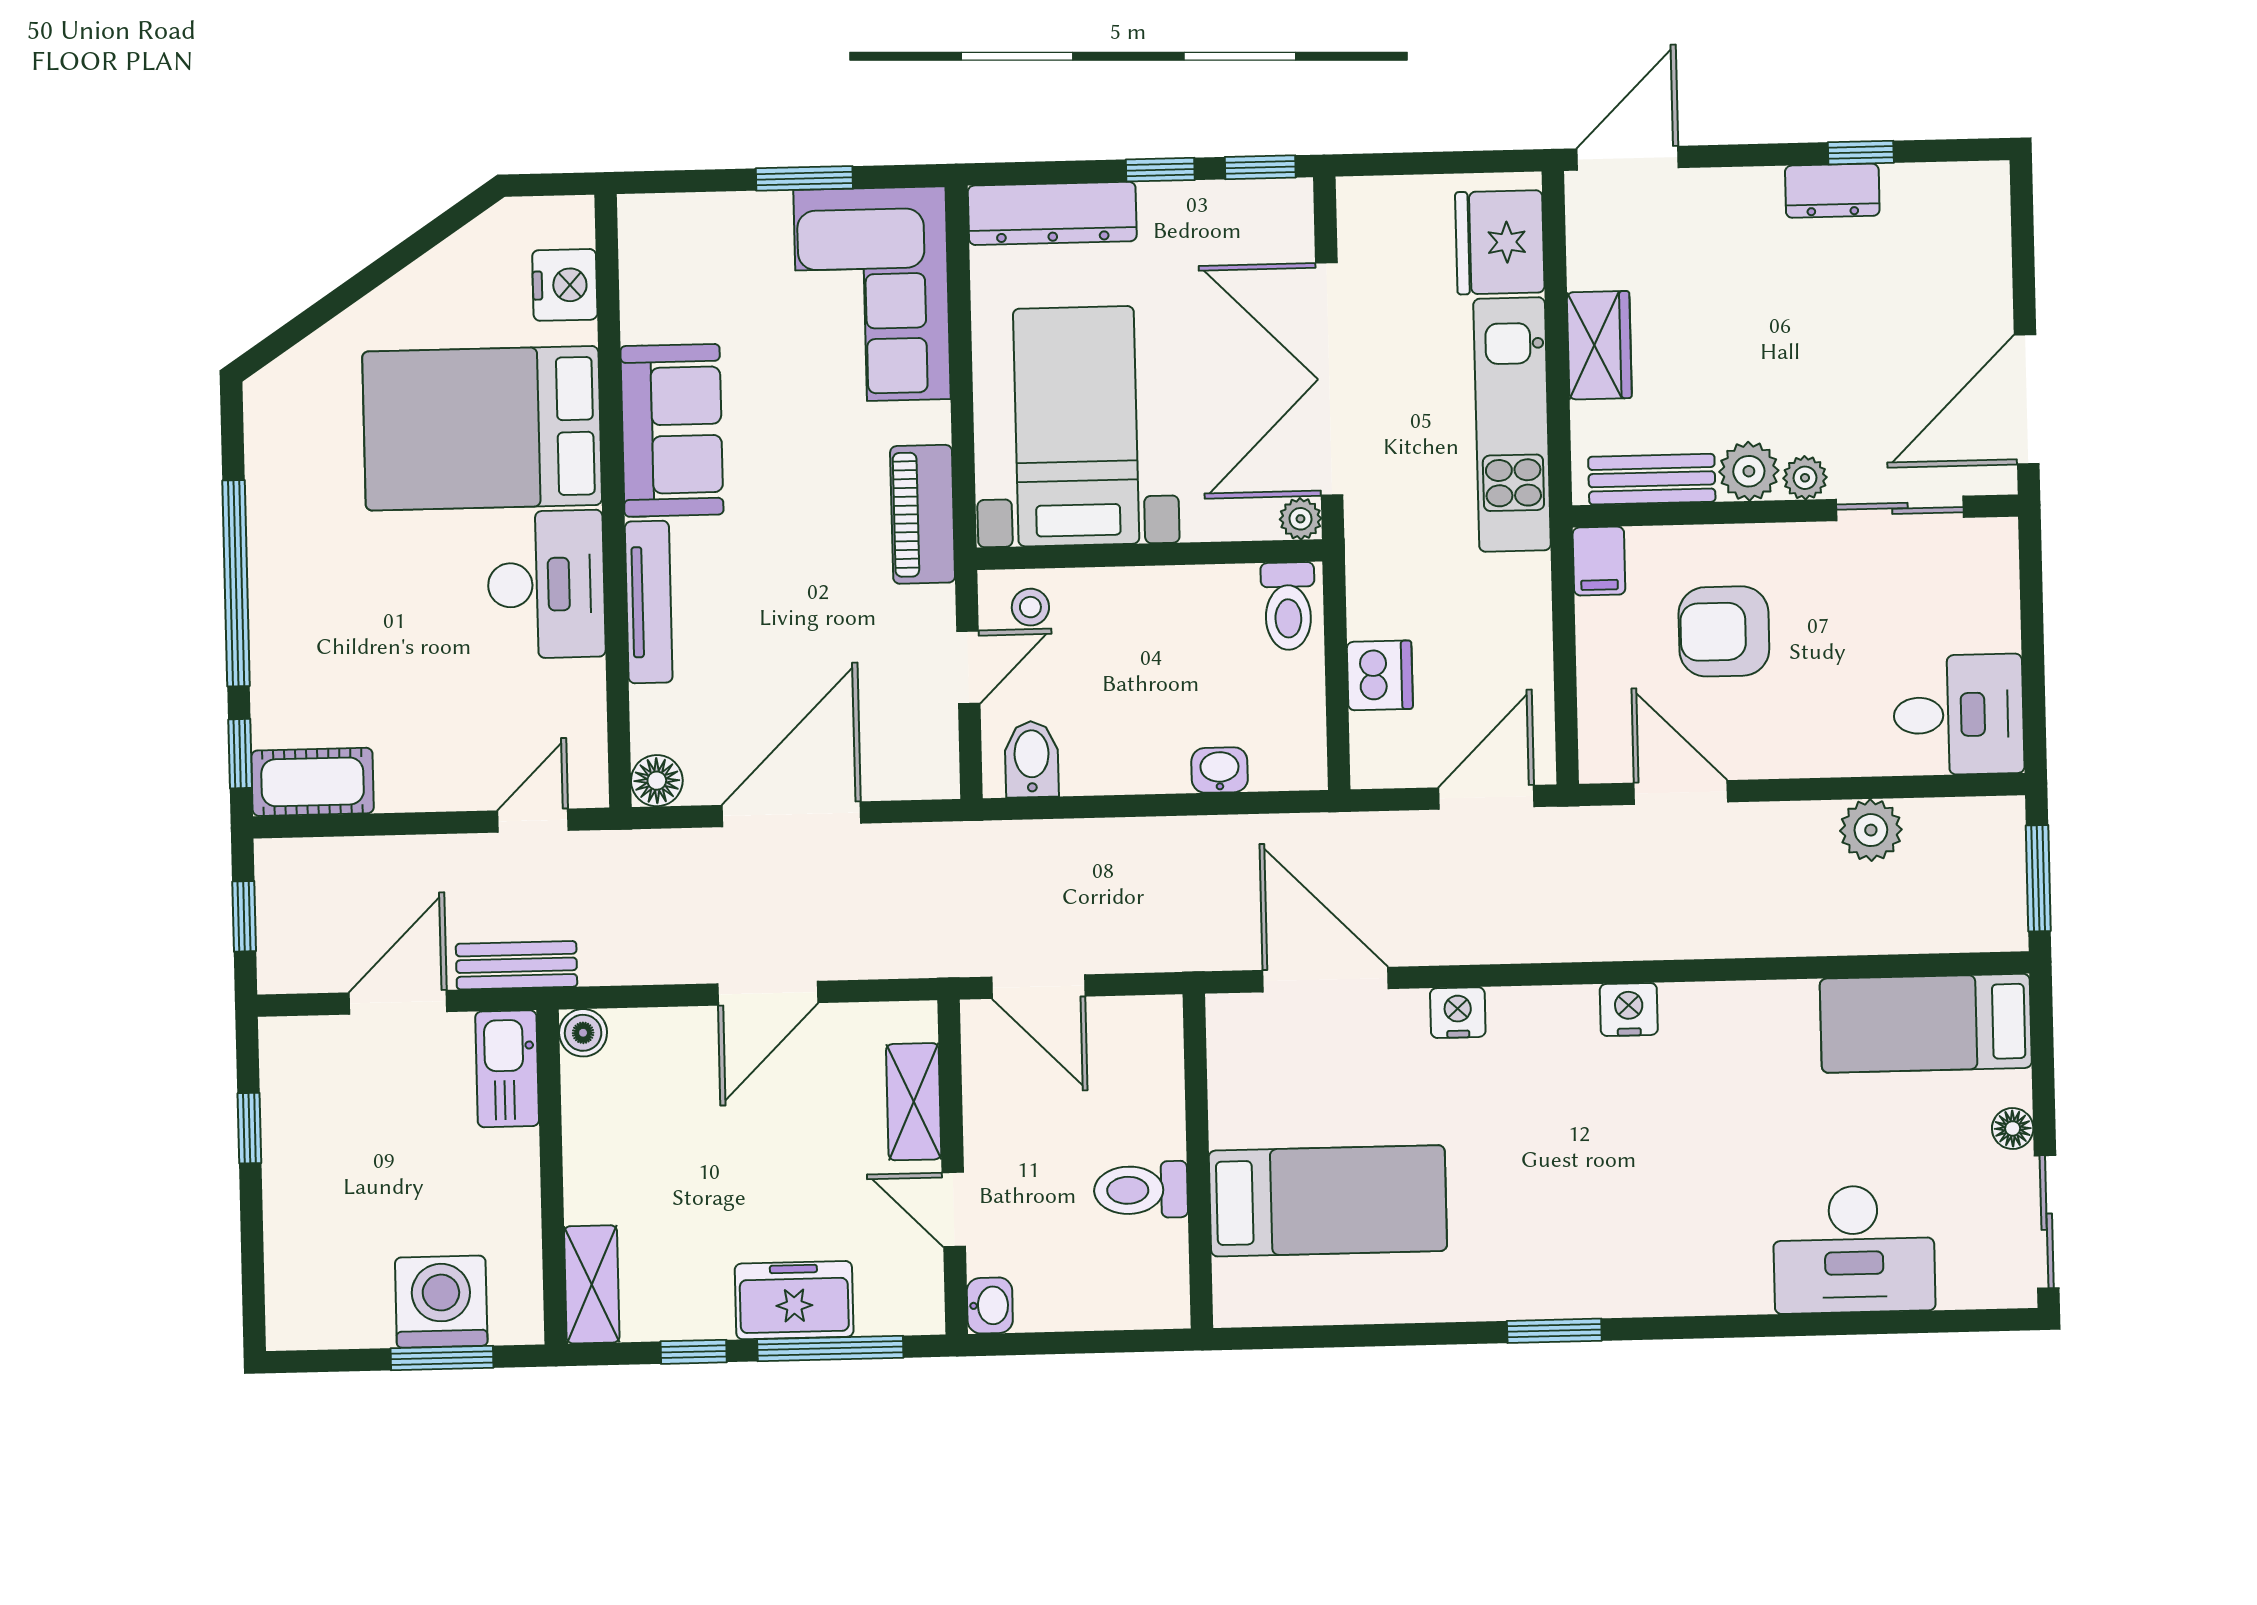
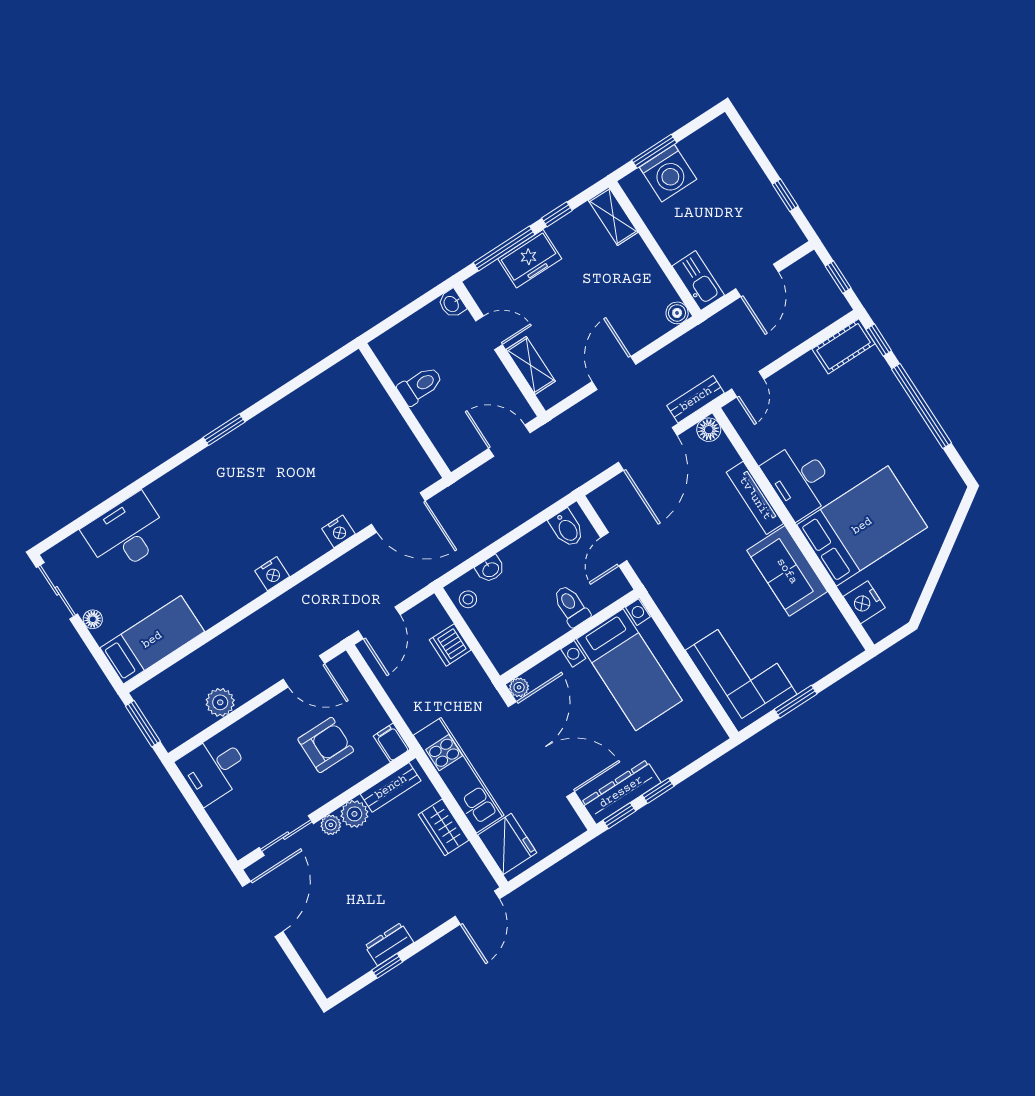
dresser: (1052, 213) -> (621, 792), moved
piano: (923, 514) -> (668, 598), removed
toilet: (1288, 606) -> (571, 606), moved
stool: (1030, 607) -> (468, 599), moved
bench: (517, 965) -> (696, 399), moved
bed: (1328, 1201) -> (344, 426), removed

